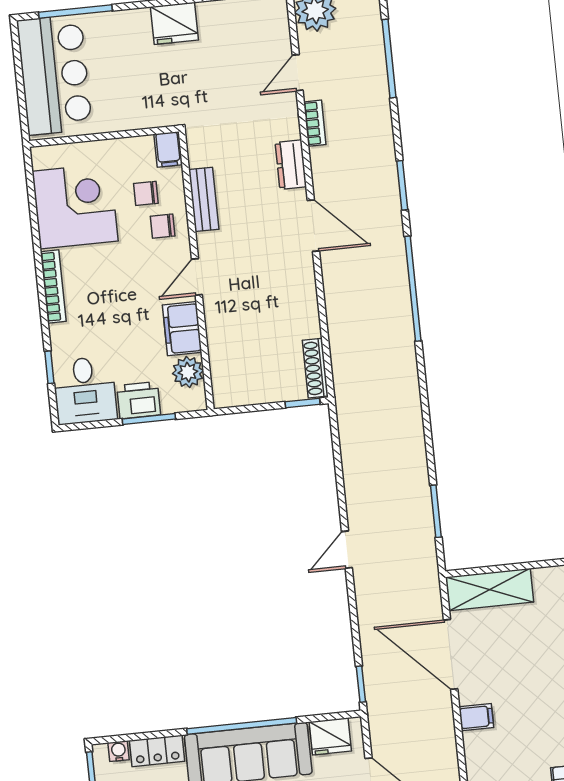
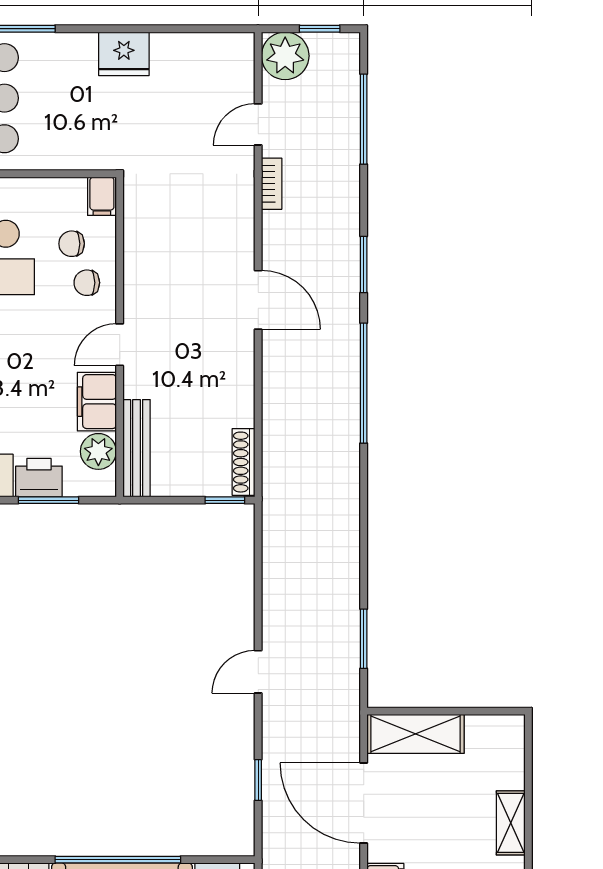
dresser: (291, 165) -> (240, 228), removed
bench: (204, 199) -> (137, 448), moved, width x1.36
window: (361, 684) -> (258, 780), moved

